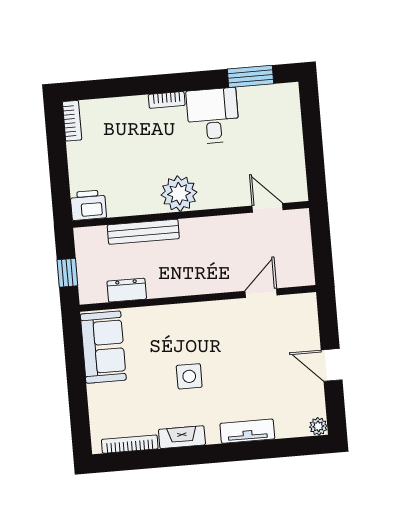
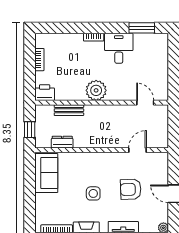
bookcase: (72, 121) -> (39, 60), moved
bench: (143, 232) -> (69, 110), width x0.73
armchair: (255, 363) -> (131, 189), added

